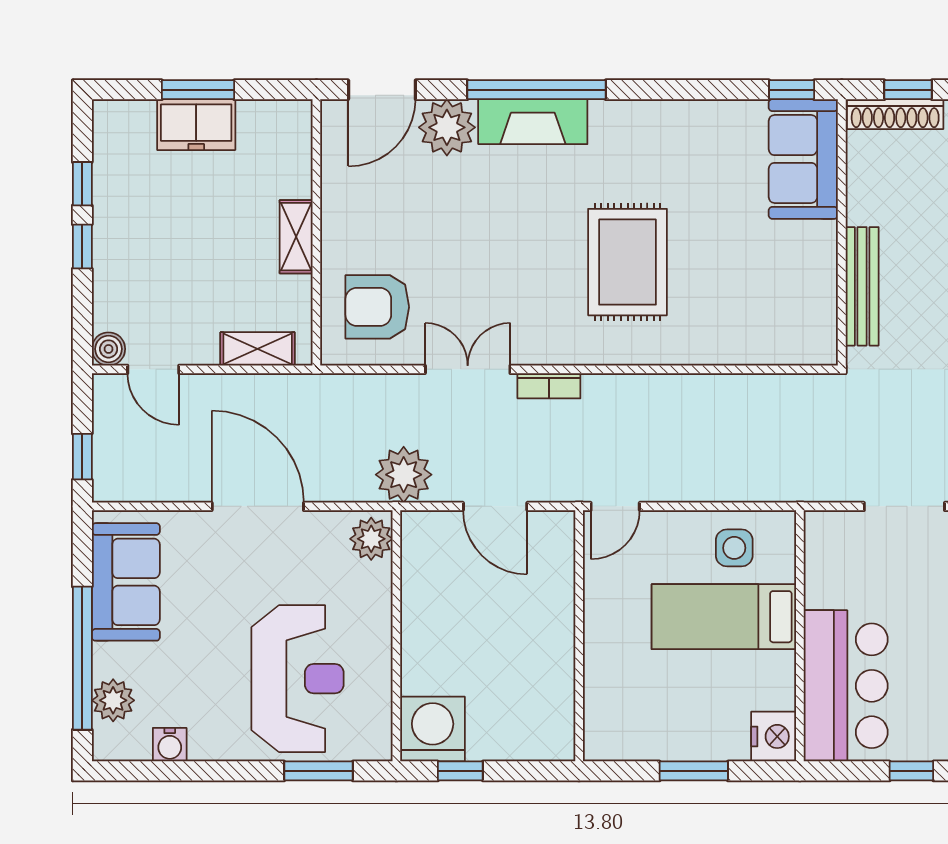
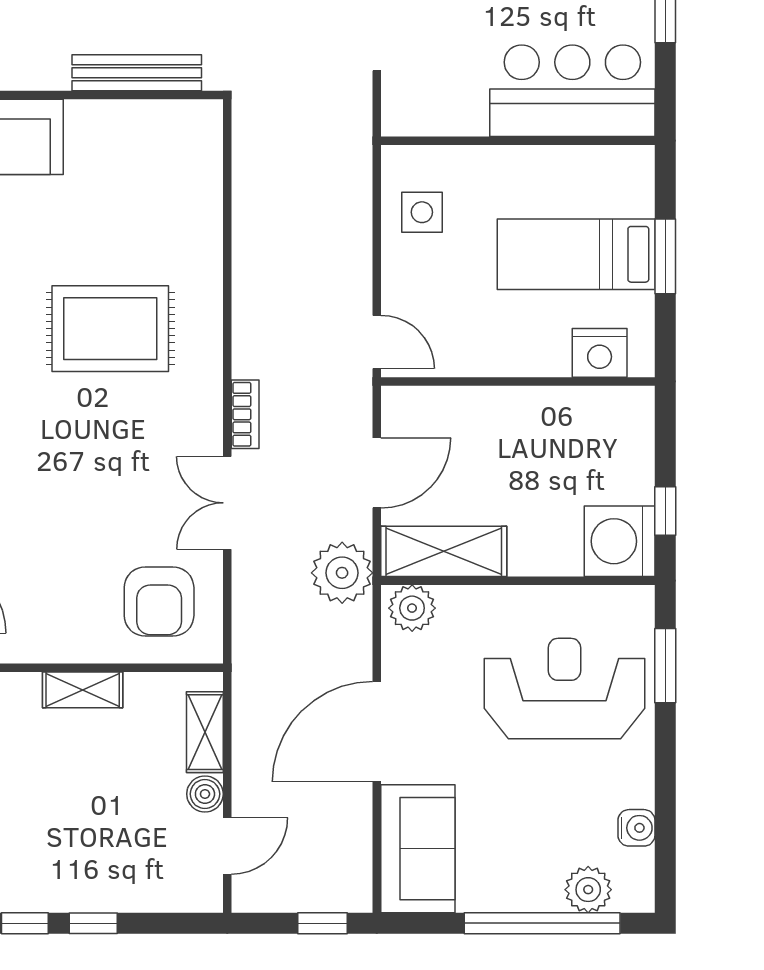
boiler: (109, 349) -> (205, 794), moved
shelving: (423, 568) -> (444, 551), added
sofa: (126, 582) -> (418, 849), moved, turned 90
bed: (724, 617) -> (576, 254), moved, turned 90
nightstand: (774, 736) -> (600, 353), moved, turned 180

